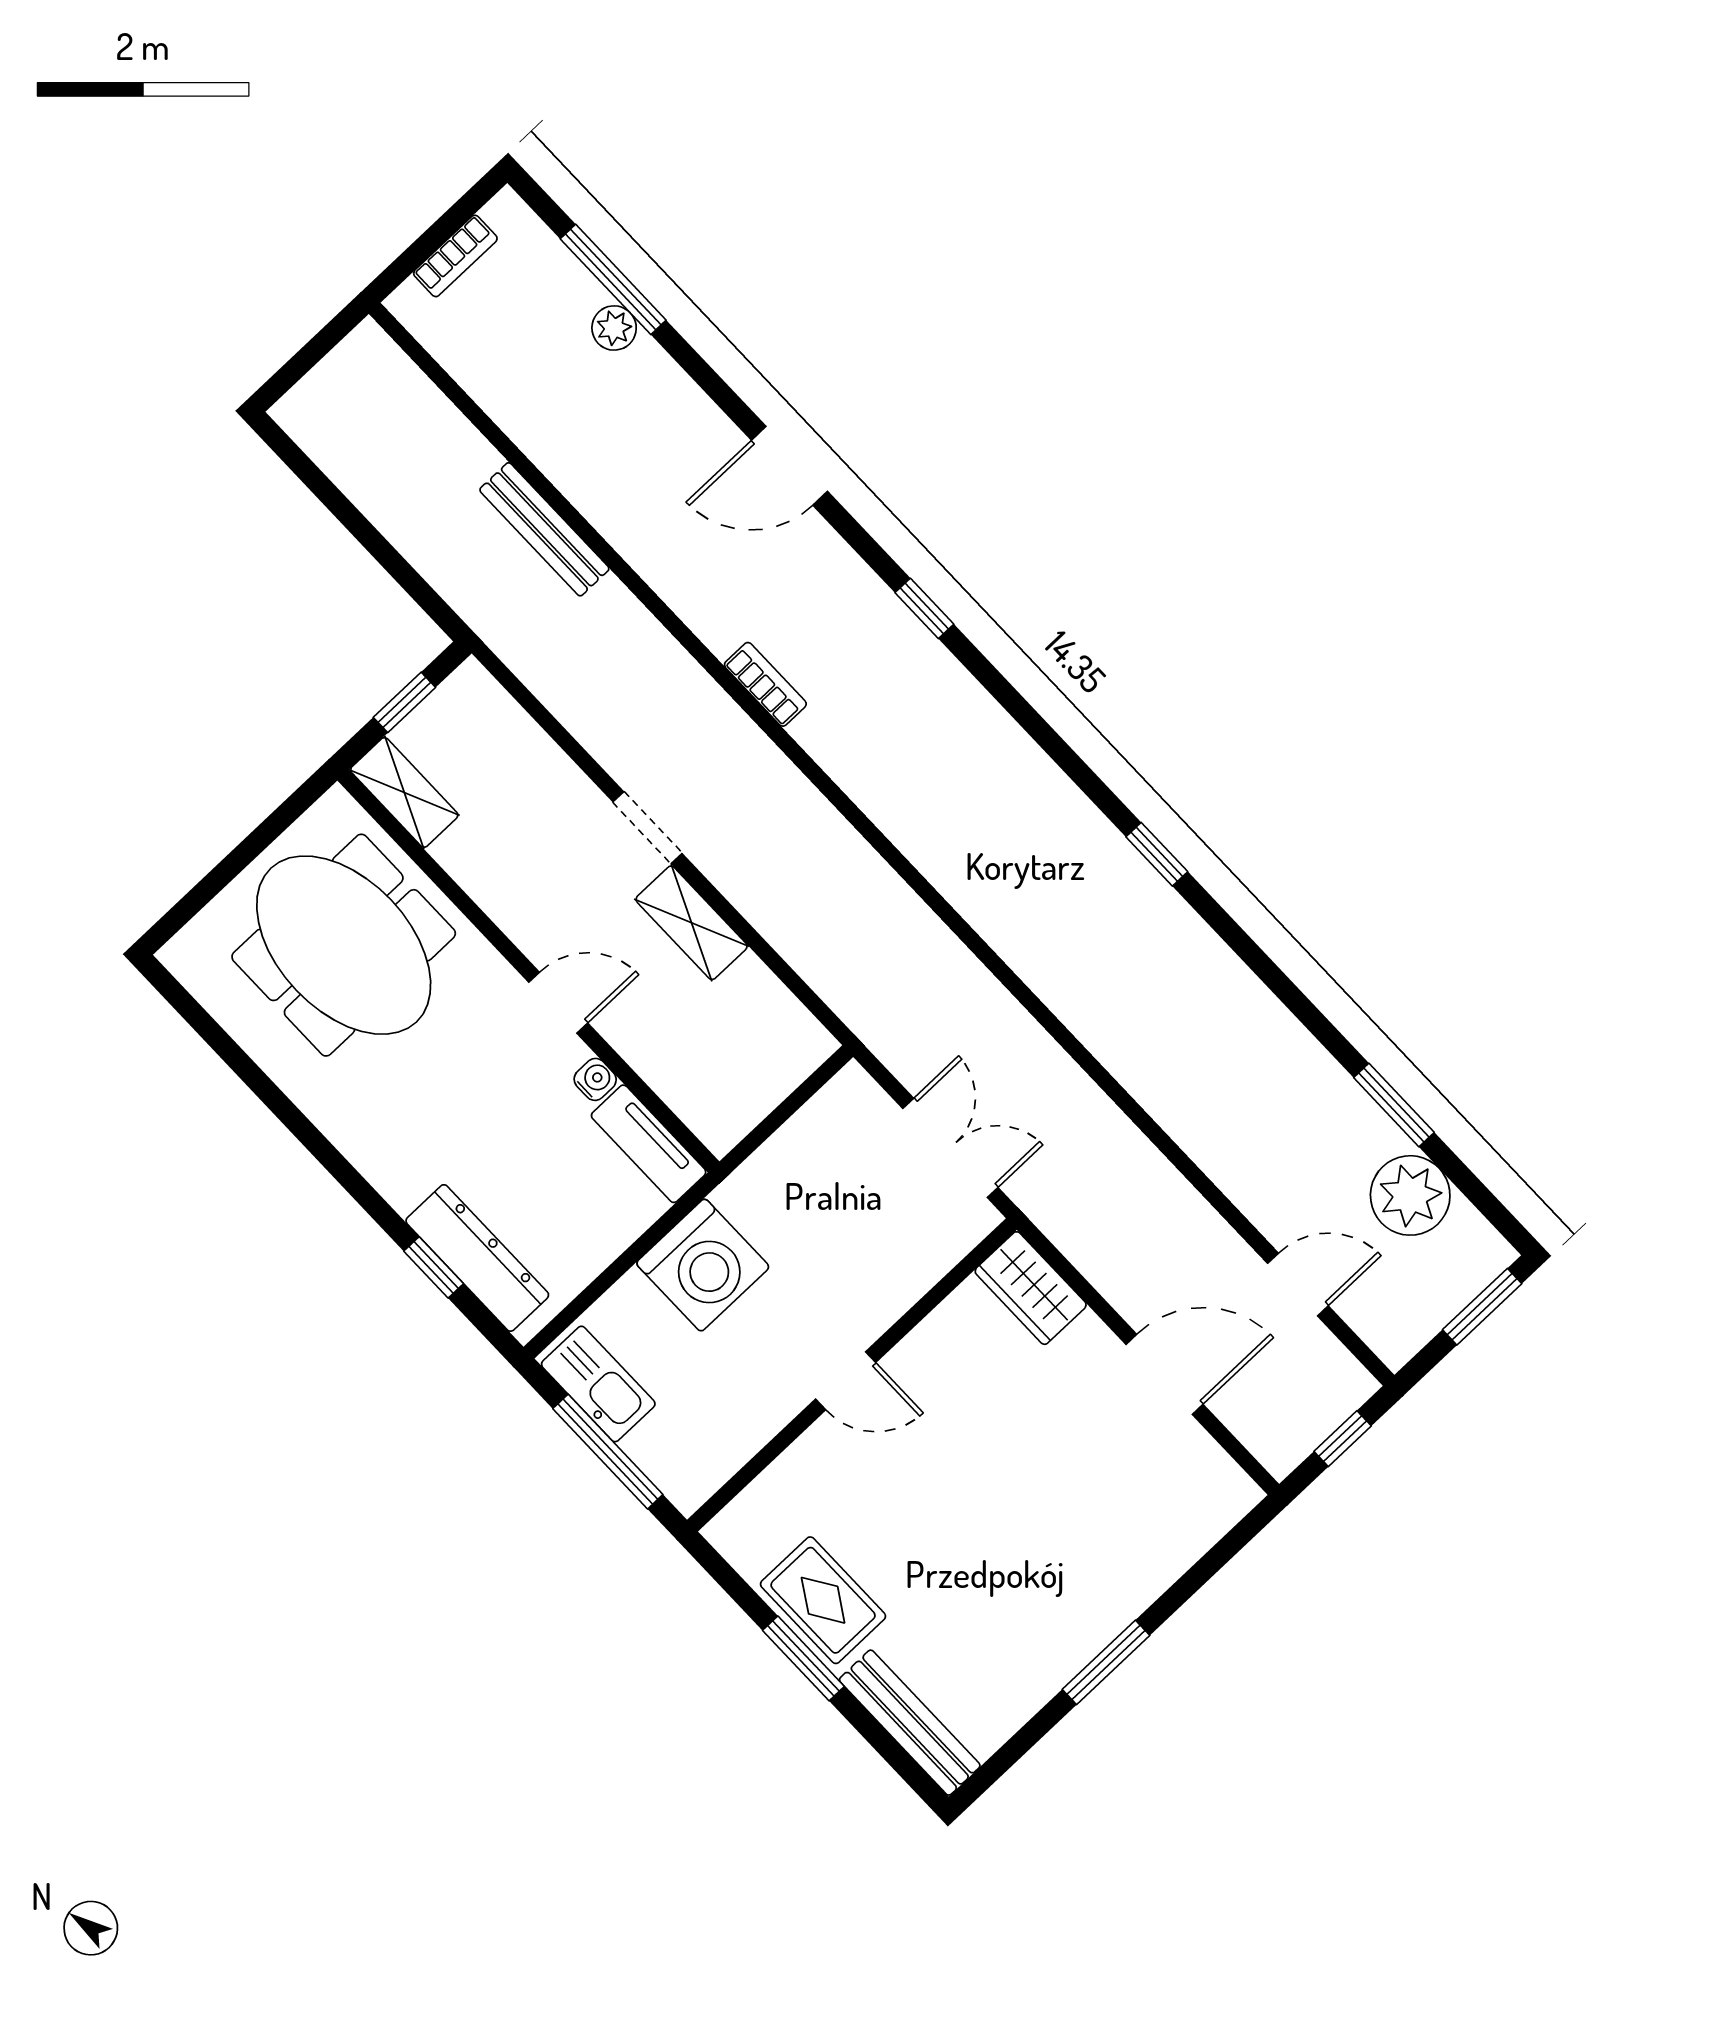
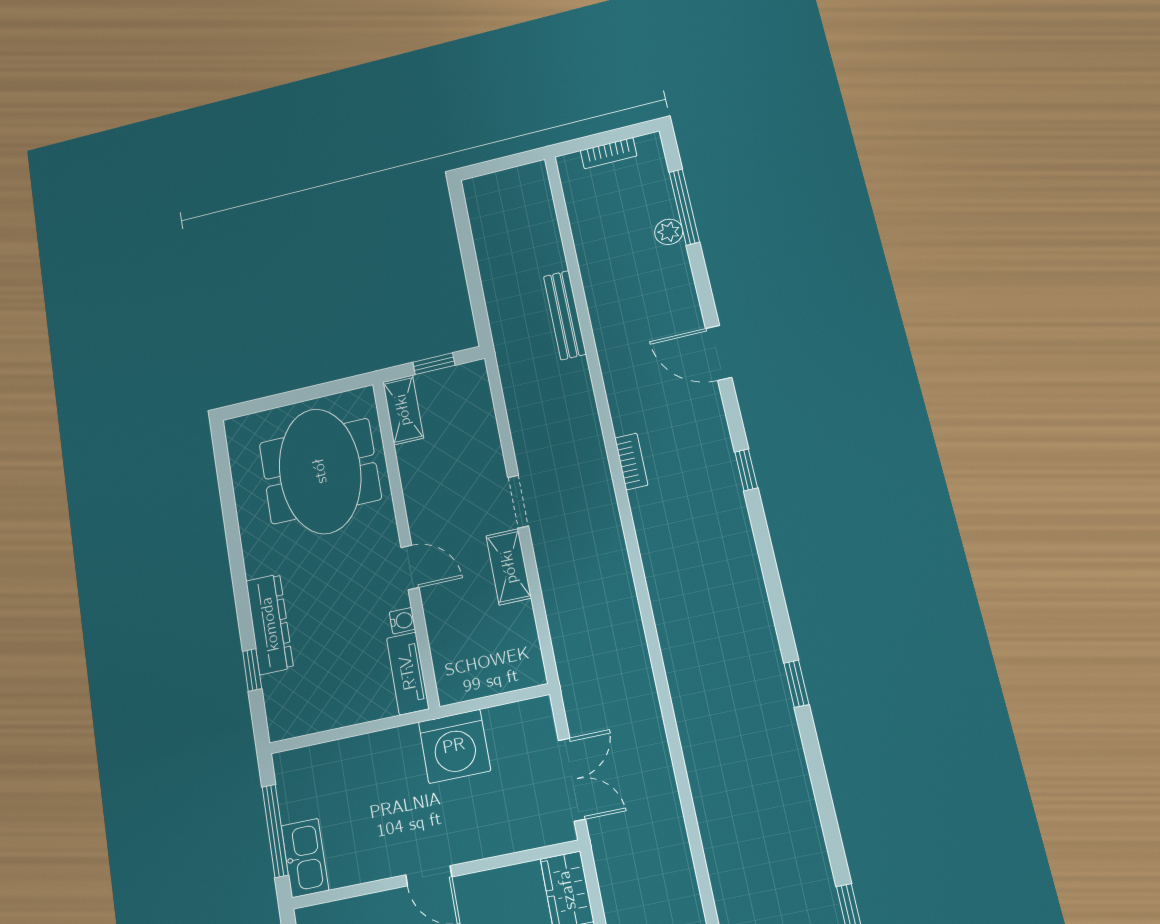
dresser: (477, 1258) -> (270, 624), moved
washing machine: (703, 1265) -> (454, 746), moved
kitchen sink: (598, 1384) -> (305, 858), moved

